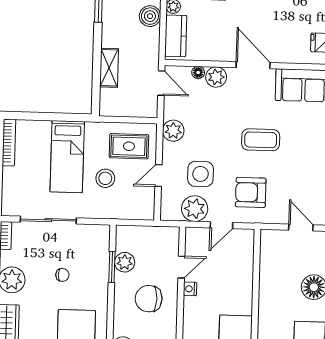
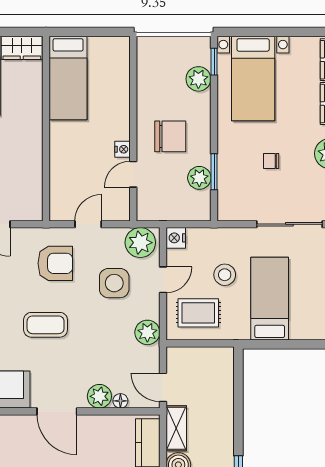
shelving: (109, 68) -> (176, 428), moved
plant: (195, 209) -> (140, 243), moved
nightstand: (146, 211) -> (176, 238), added

